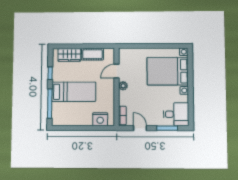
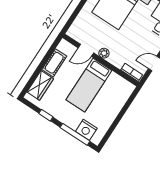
door: (117, 71) -> (86, 50), hinge flipped
bed: (74, 92) -> (89, 85), moved, turned 180
nightstand: (100, 119) -> (86, 130), moved, turned 90

